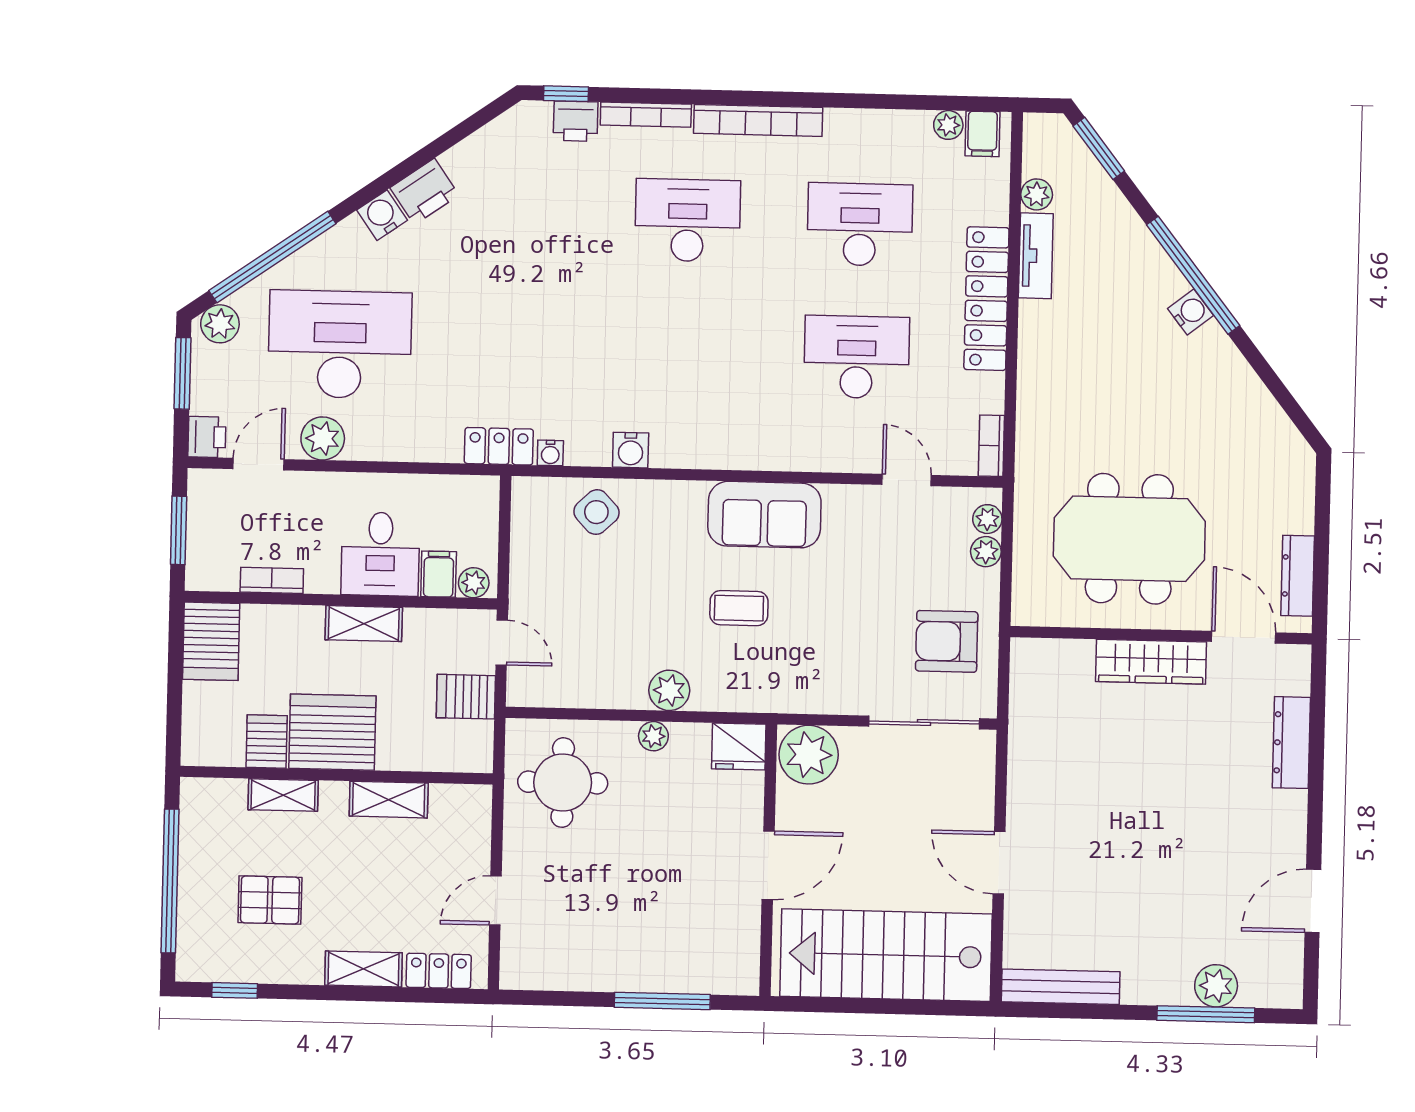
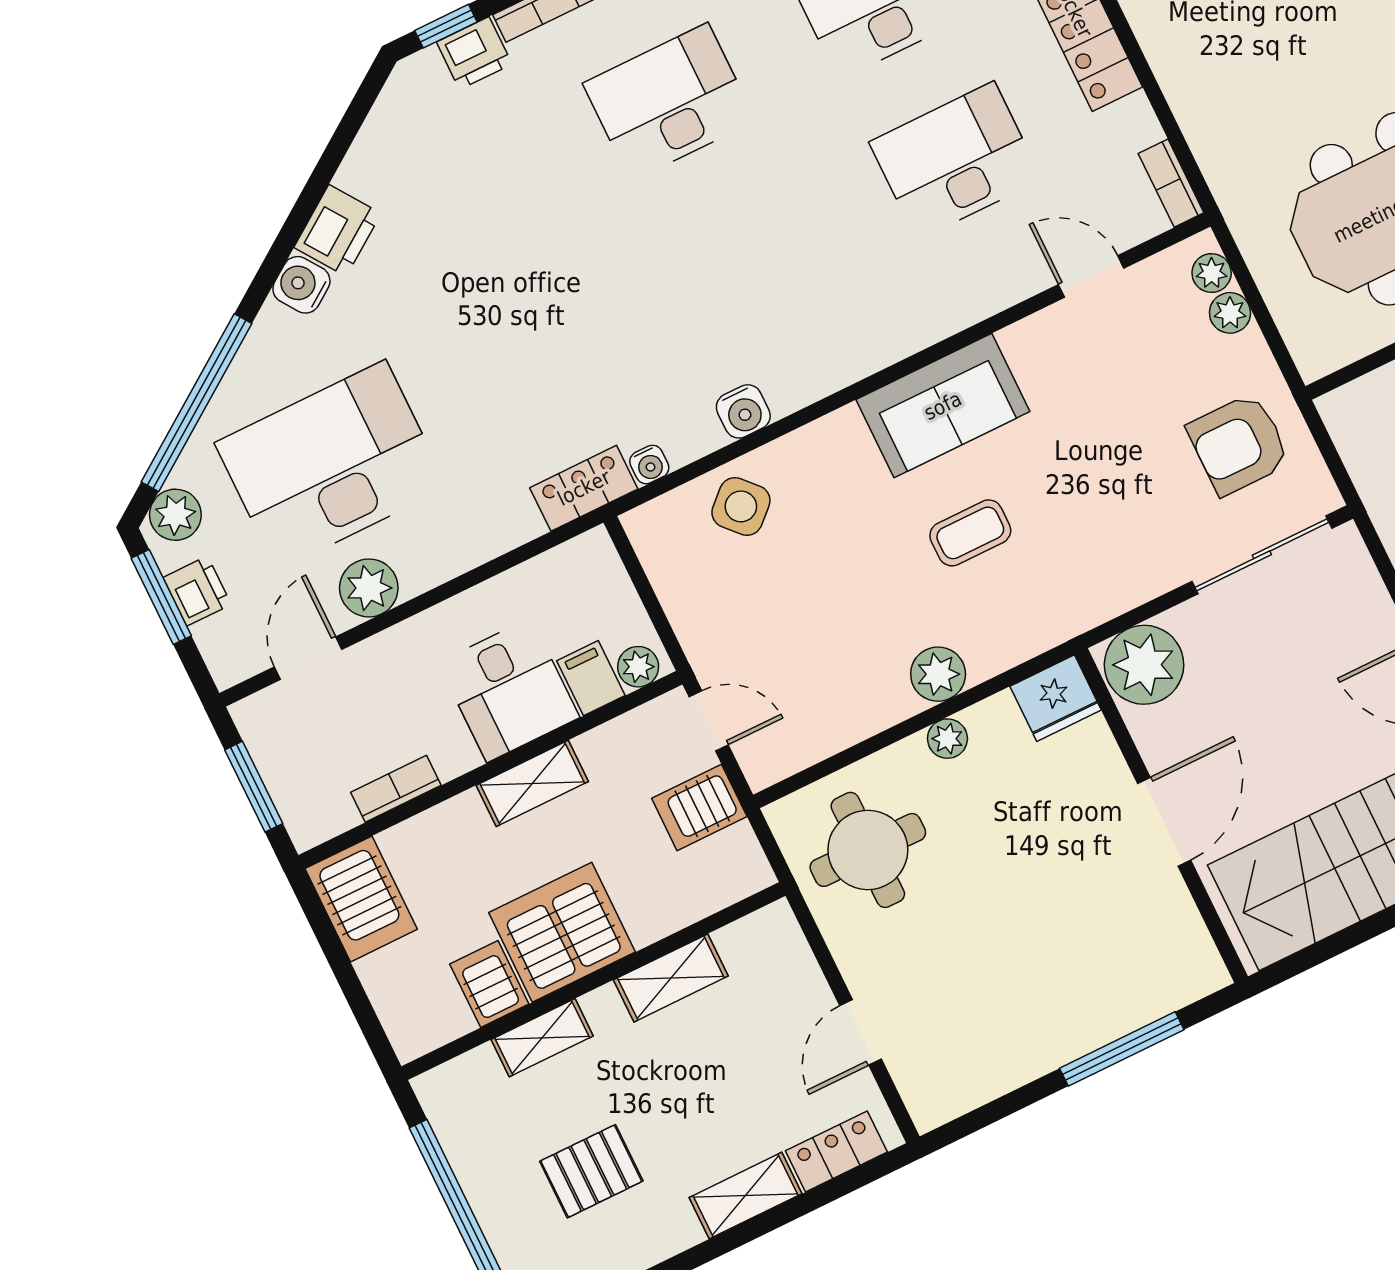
printer: (207, 437) -> (197, 591), moved

